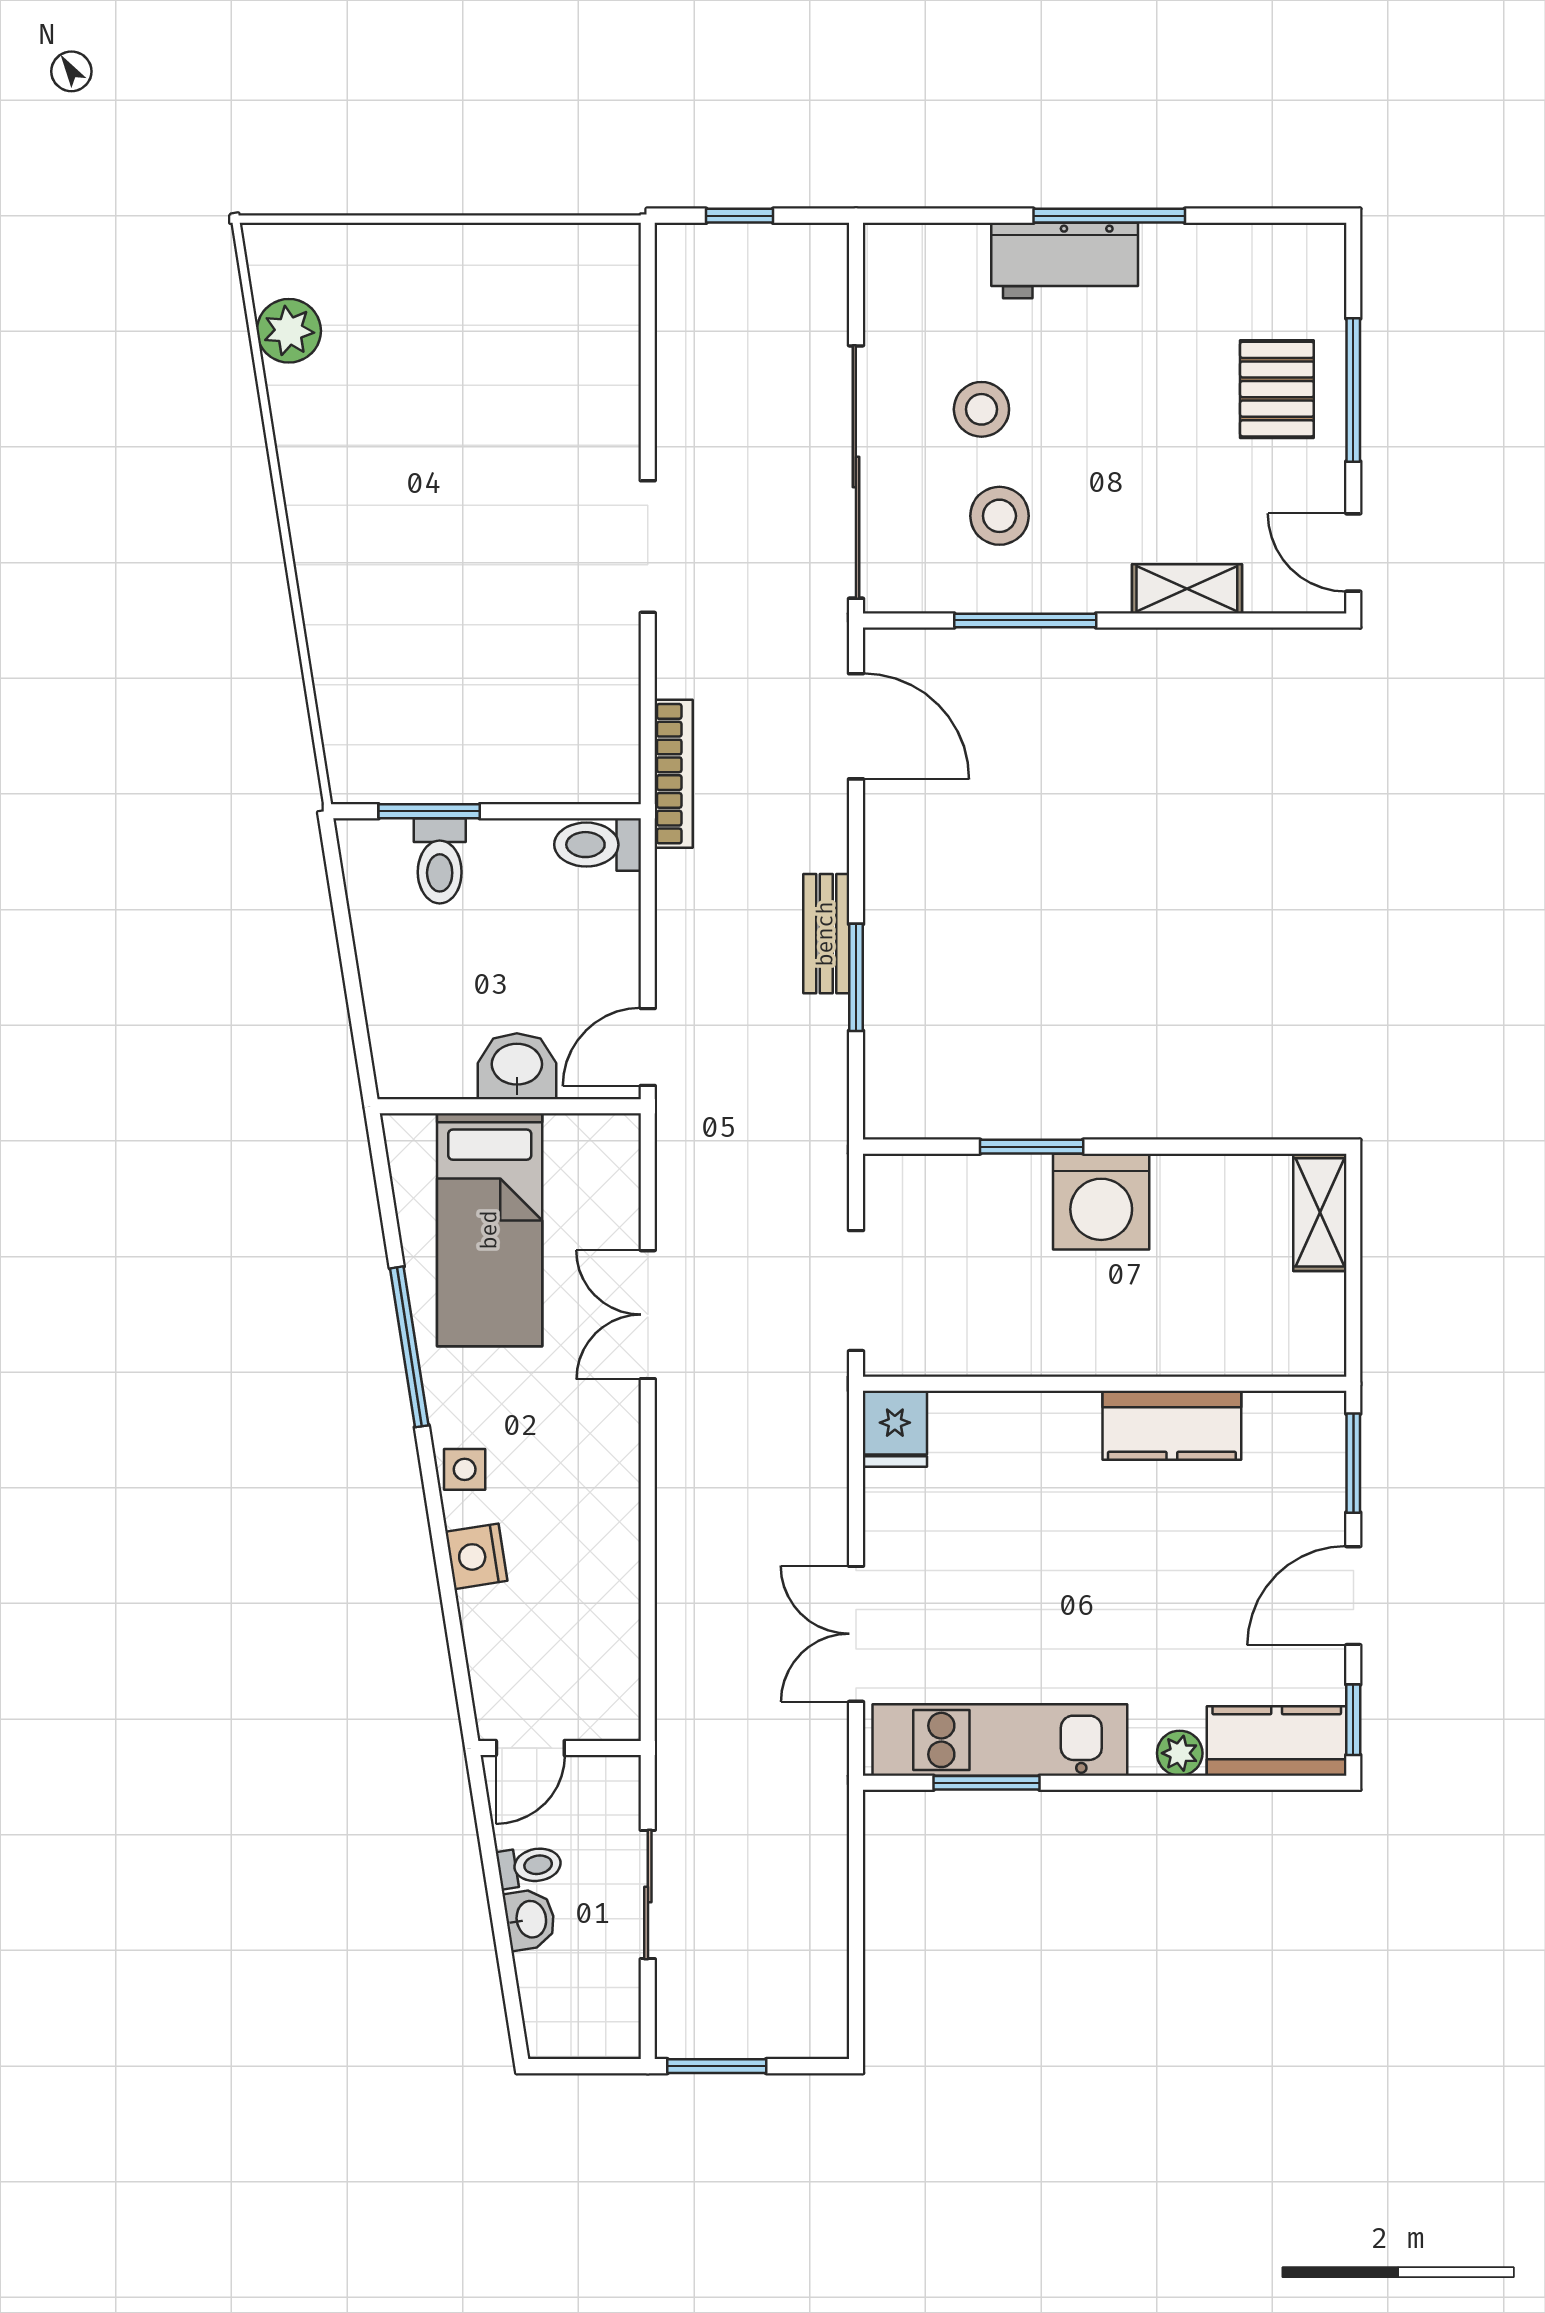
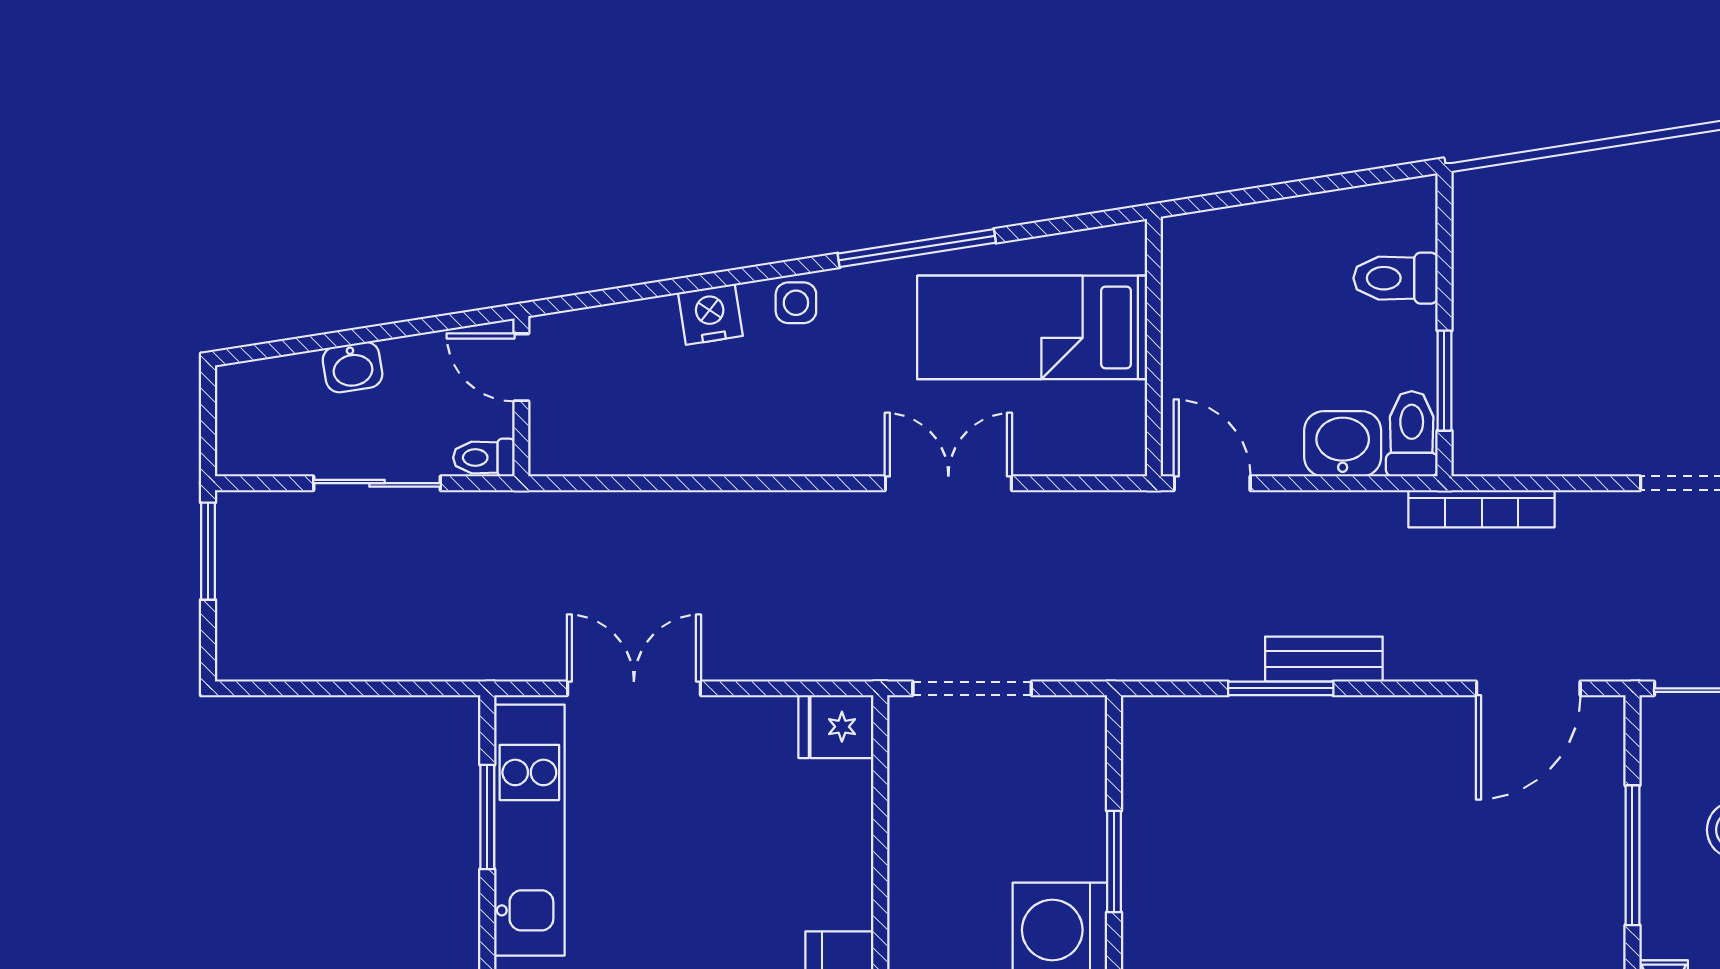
window: (429, 811) -> (1444, 381), moved
washbasin: (517, 1066) -> (1343, 444), moved, turned -90
toilet: (529, 1866) -> (484, 458), moved, turned 99

